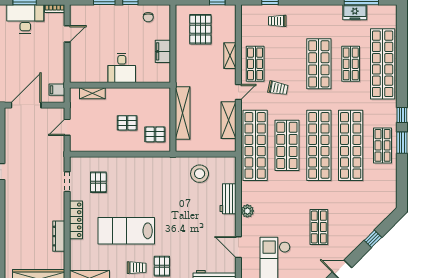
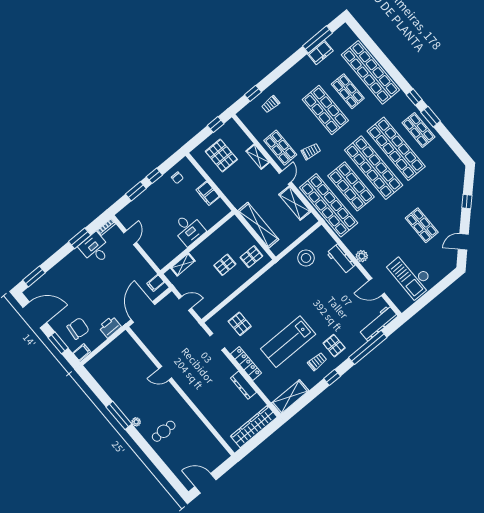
desk: (25, 19) -> (95, 249), width x0.73
door: (67, 127) -> (185, 303), swing flipped

